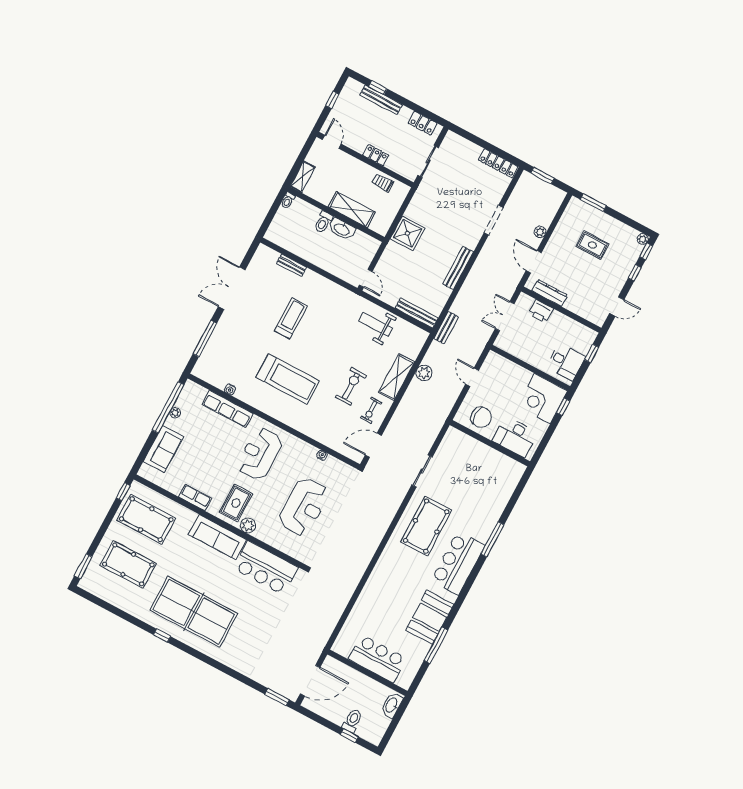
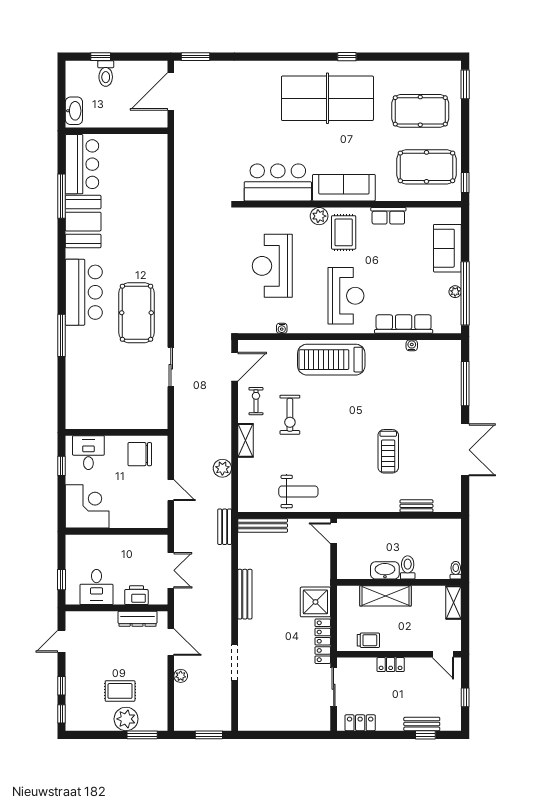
bench: (381, 100) -> (422, 724), width x0.73
locker: (498, 163) -> (323, 641), moved, turned -90
plant: (643, 239) -> (126, 719), moved, width x1.87, depth x1.87
desk: (566, 362) -> (96, 587), moved, turned -90
shelving: (397, 377) -> (246, 440), width x0.67, depth x0.75
treadmill: (288, 379) -> (331, 360), moved
window: (563, 407) -> (61, 466), moved
desk: (515, 437) -> (88, 453), width x0.73
bar counter: (377, 659) -> (82, 164), moved, turned -90

